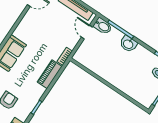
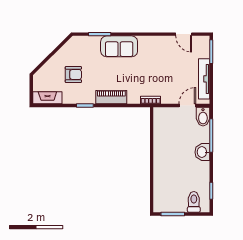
piano: (50, 74) -> (111, 97), moved

